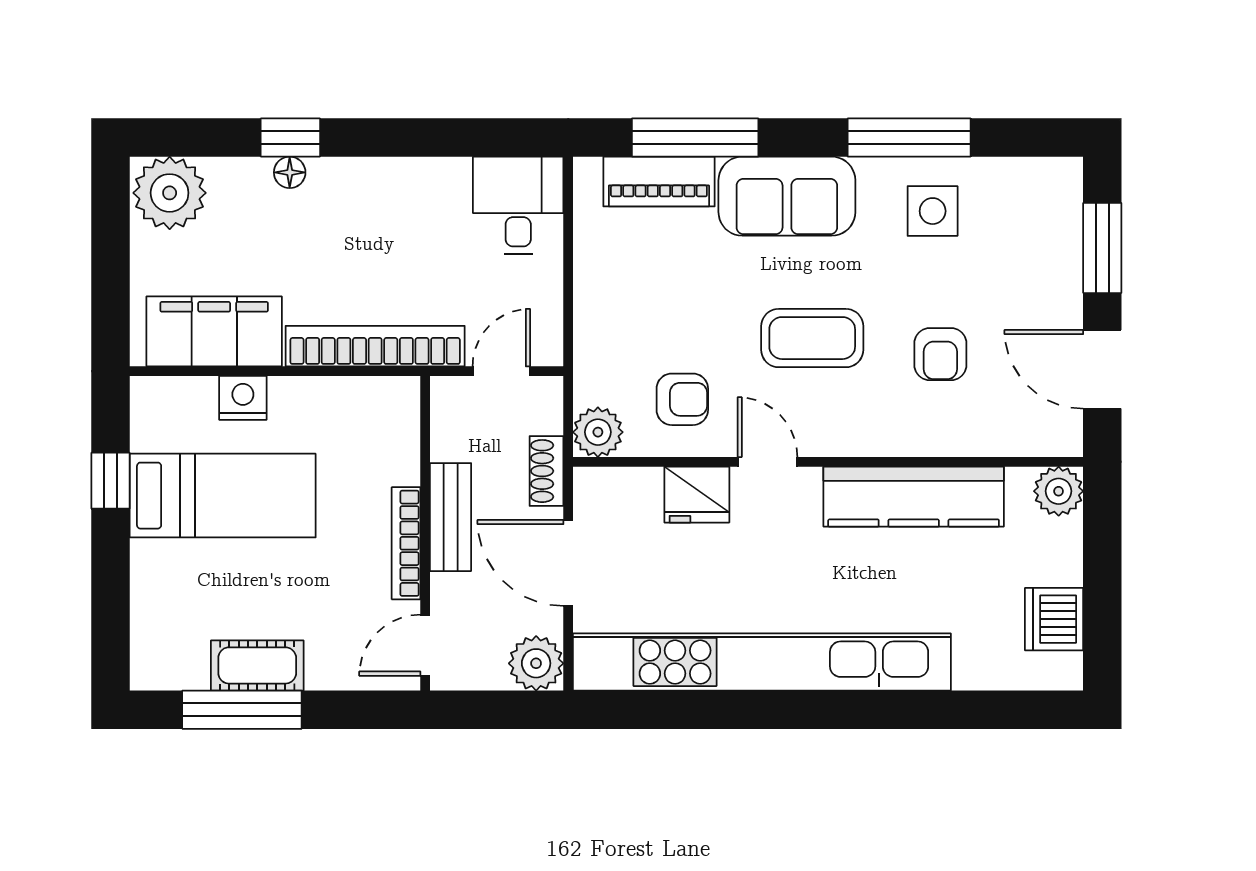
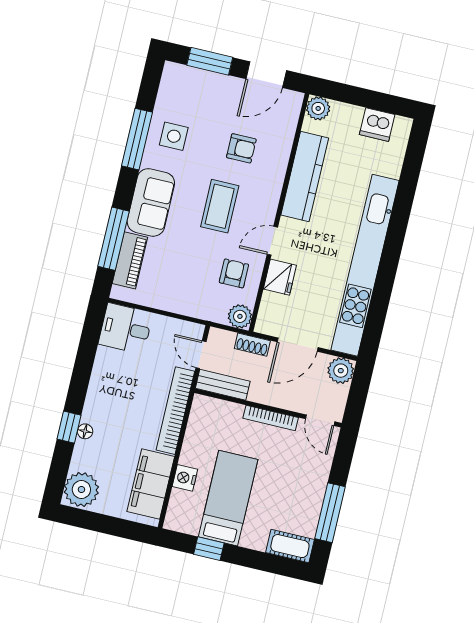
bench: (451, 517) -> (223, 385), moved
cot: (257, 665) -> (290, 546), moved, turned 90

